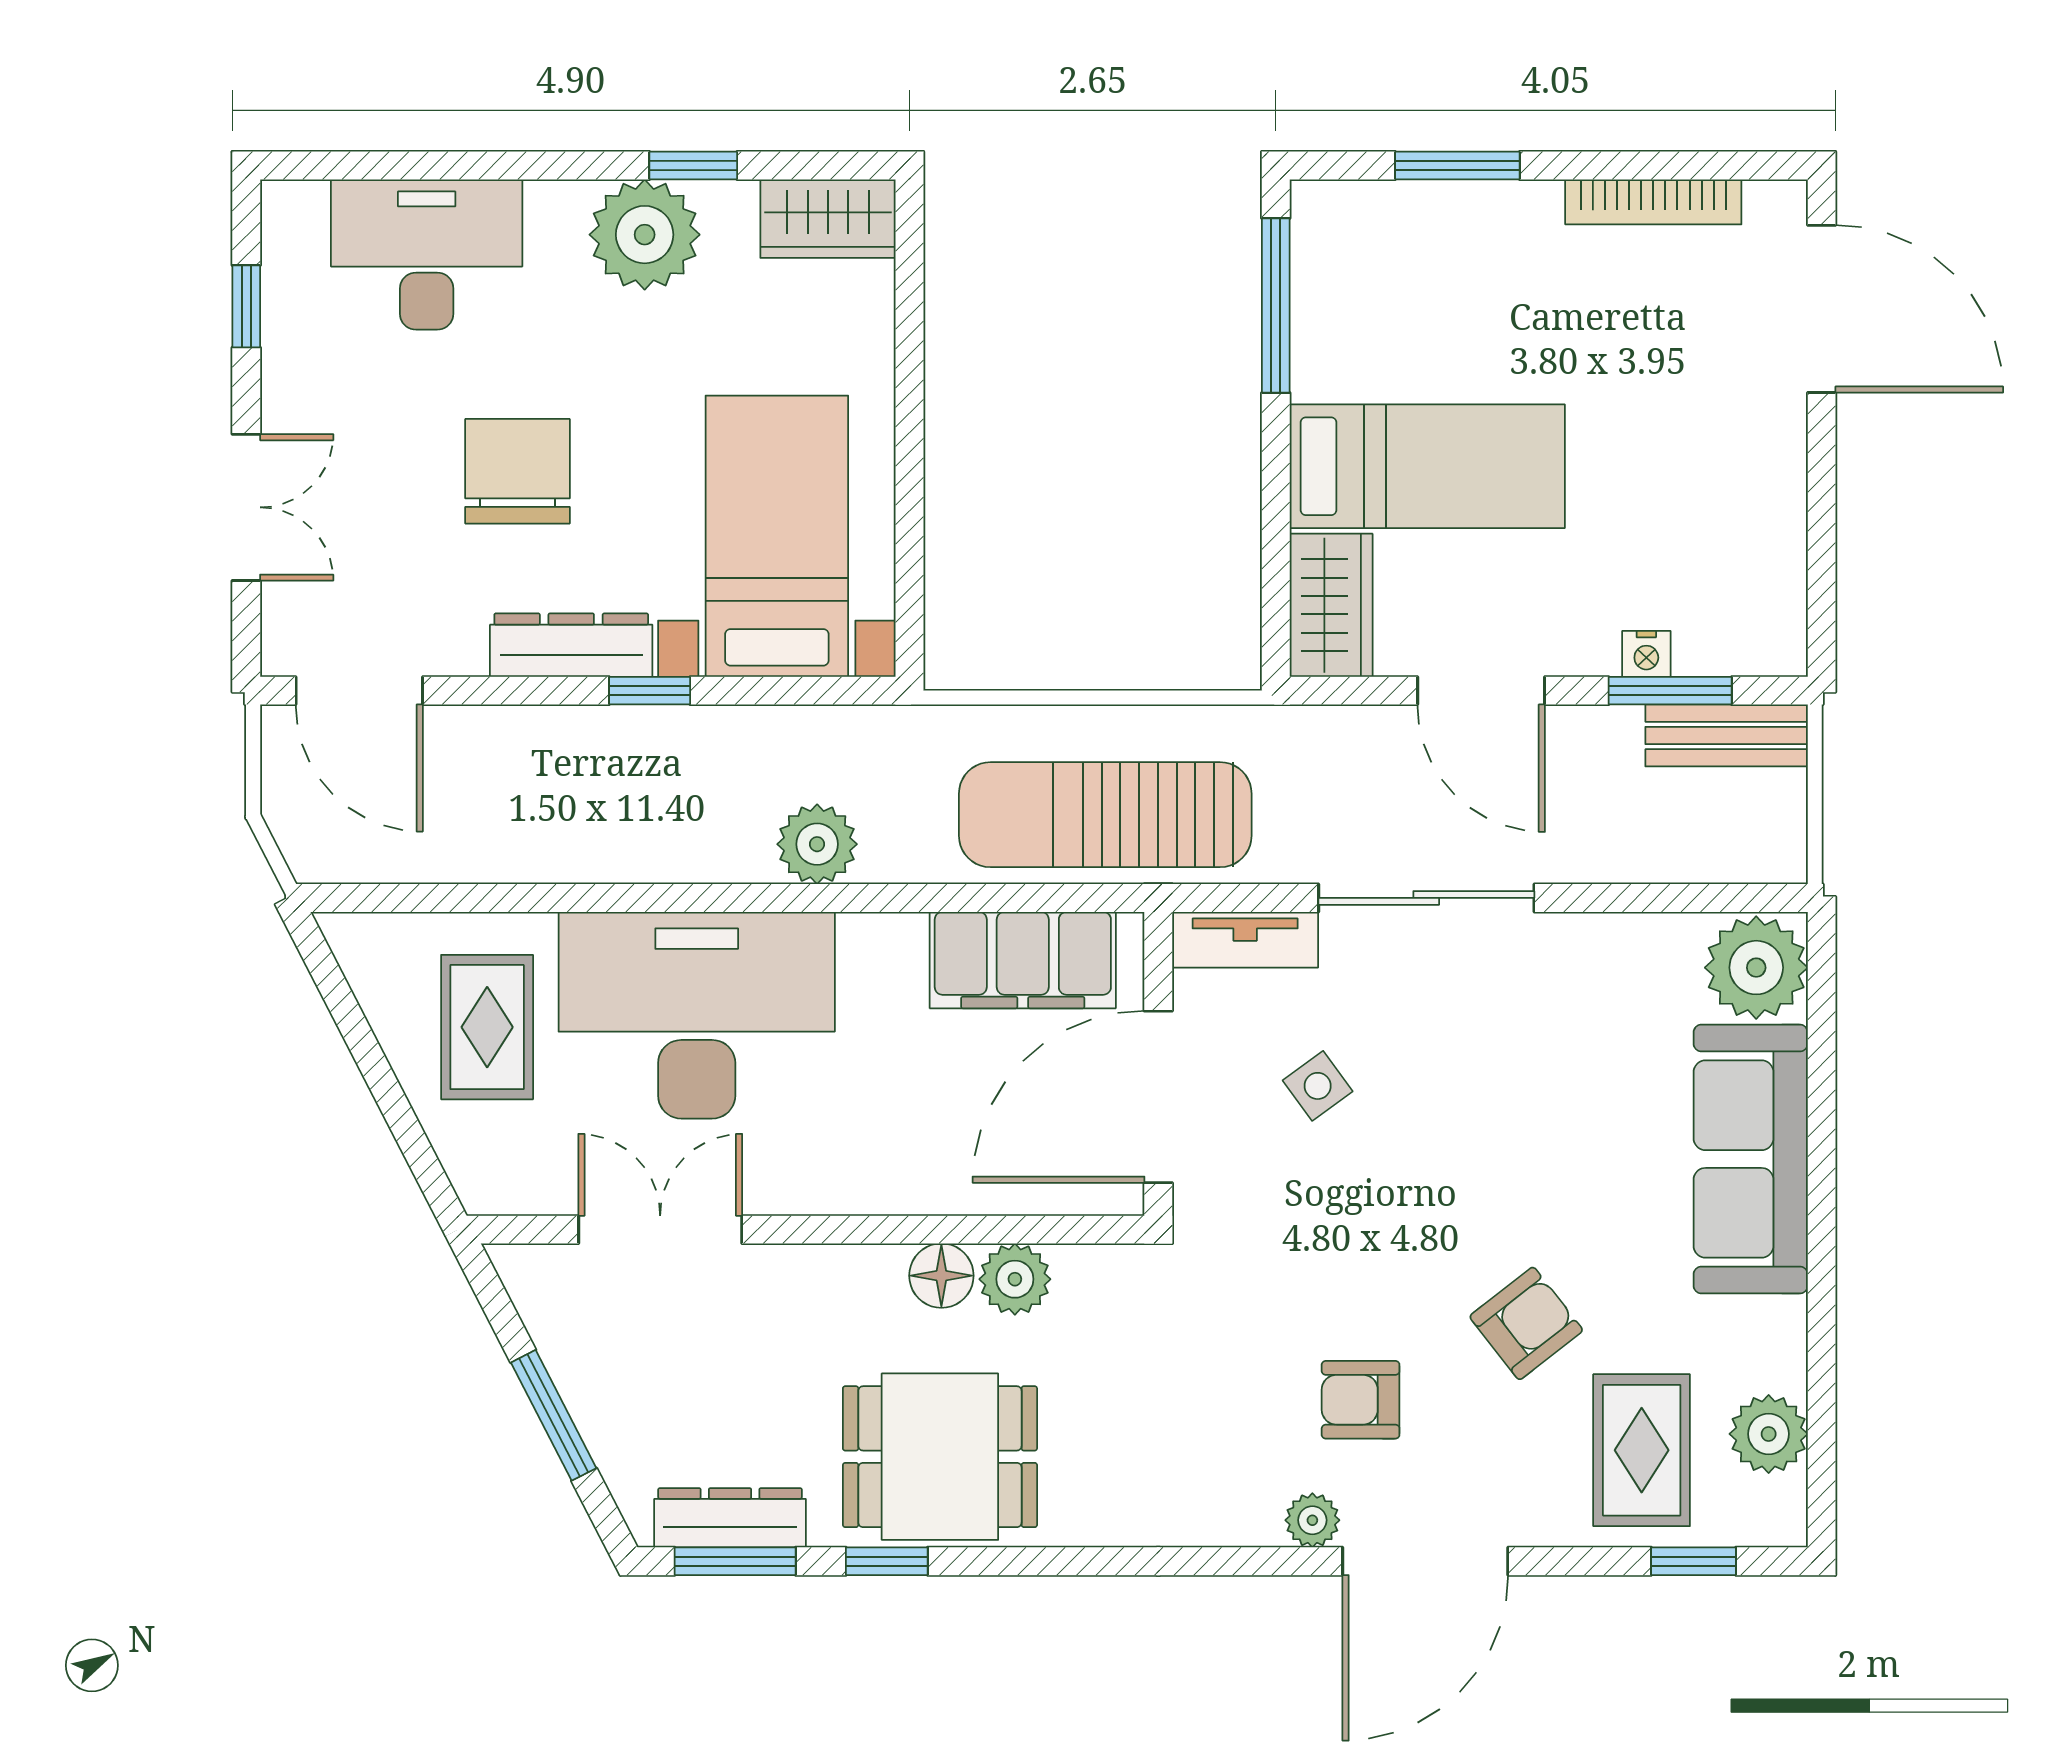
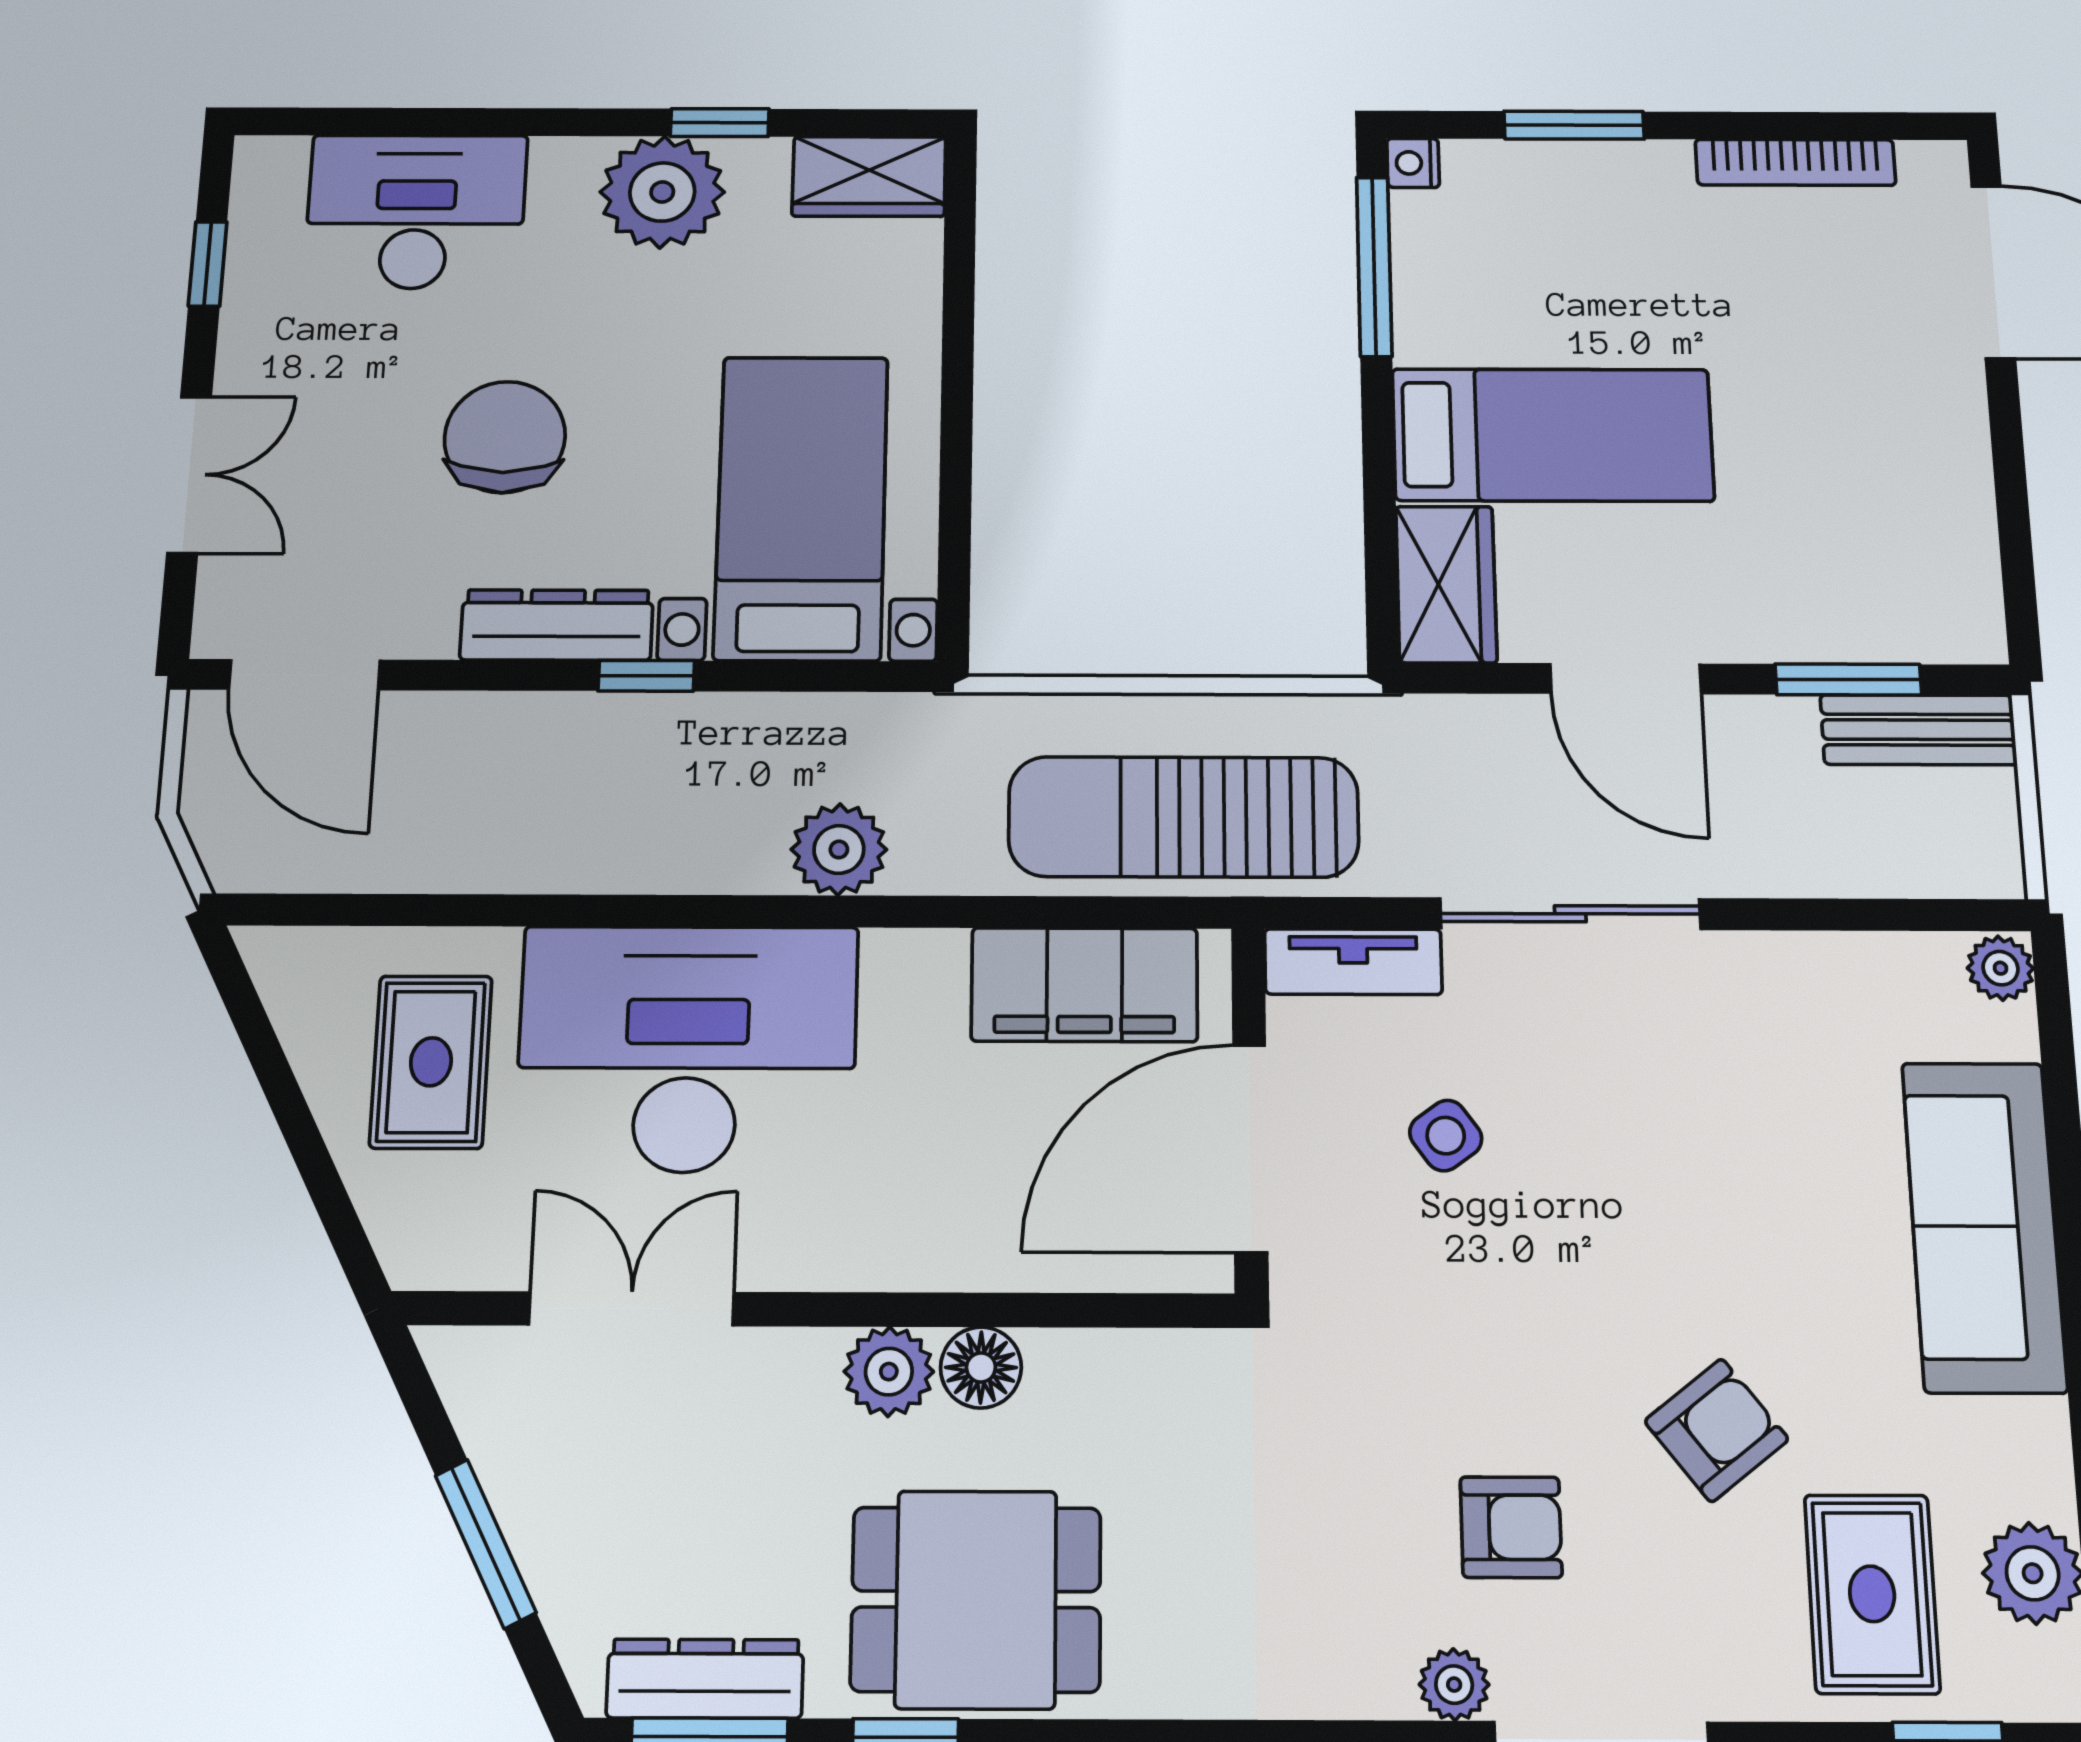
nightstand: (1646, 654) -> (1413, 163), moved, turned 90
plant: (1756, 968) -> (2000, 968), width x0.53, depth x0.53
plant: (1015, 1279) -> (889, 1372), moved
armchair: (1361, 1400) -> (1511, 1527), turned 180

